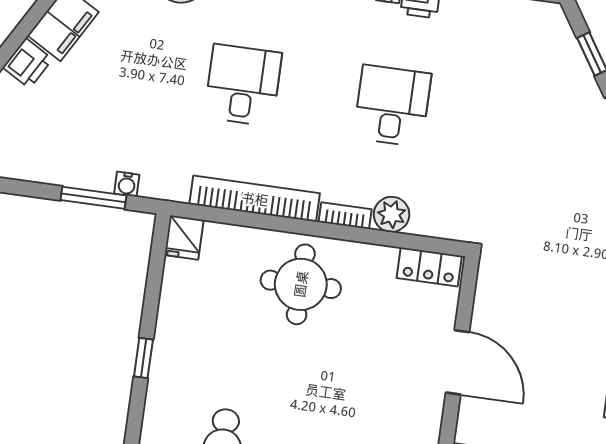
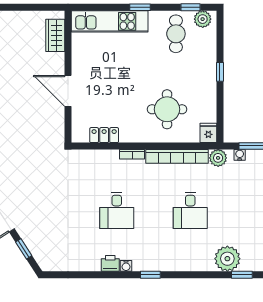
plant: (392, 214) -> (218, 158), moved
locker: (429, 267) -> (104, 135), moved
round table: (301, 284) -> (167, 109), moved

